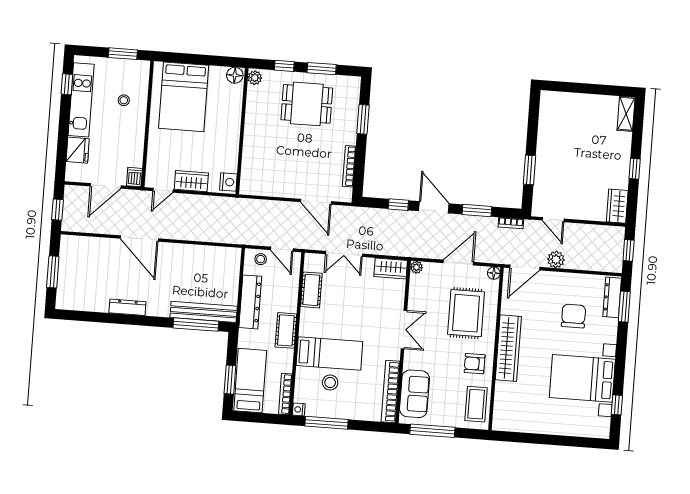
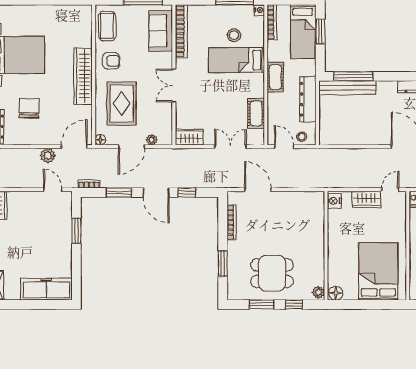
freezer: (569, 105) -> (46, 289), added
plant: (417, 267) -> (152, 140), moved
chair: (574, 316) -> (29, 108), turned 180

